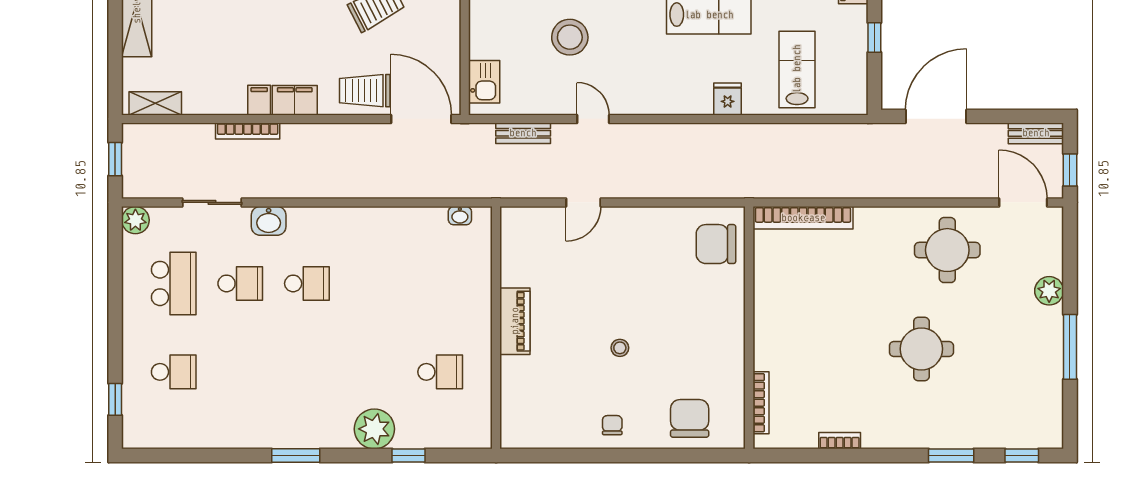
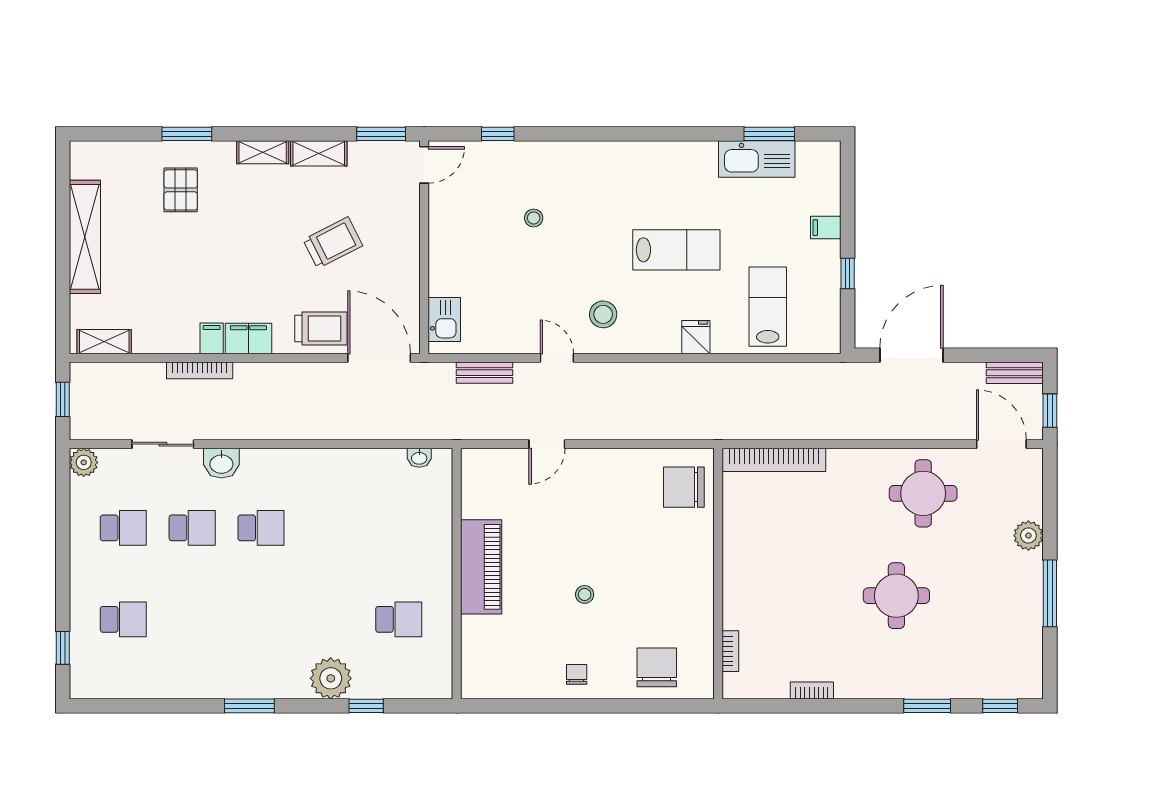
stool: (570, 37) -> (603, 314), moved, width x0.73, depth x0.73
trolley: (365, 91) -> (321, 329), turned 180
school desk: (174, 283) -> (123, 528), width x0.54
piano: (515, 321) -> (481, 567), width x1.37, depth x1.33
bookcase: (761, 403) -> (730, 651), width x0.64

